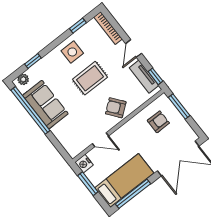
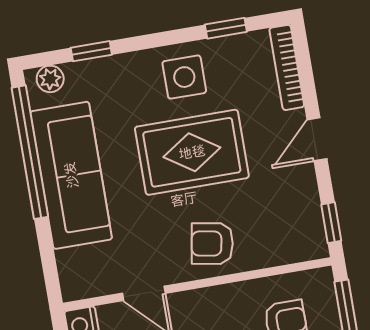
tv unit: (144, 77) -> (307, 210), removed
rug: (90, 78) -> (192, 152), width x1.36, depth x1.43
sofa: (45, 105) -> (71, 175), width x1.36
armchair: (116, 108) -> (212, 244), turned -42

